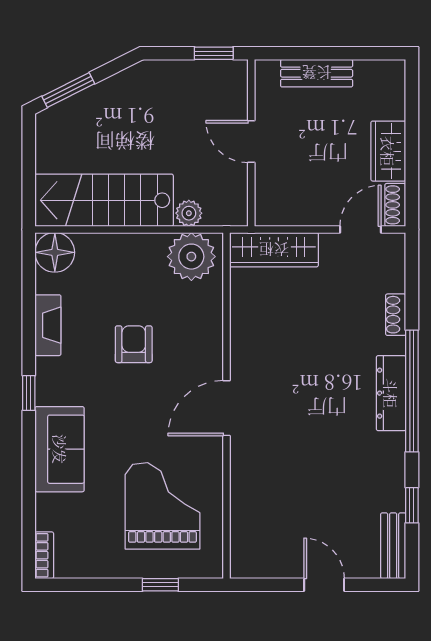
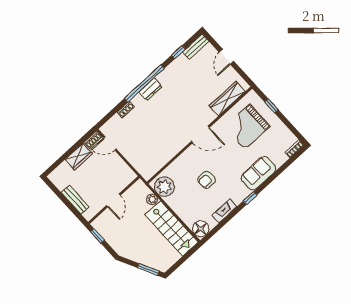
wardrobe: (274, 250) -> (227, 99), moved, turned -90
dresser: (391, 393) -> (151, 89), width x0.70

